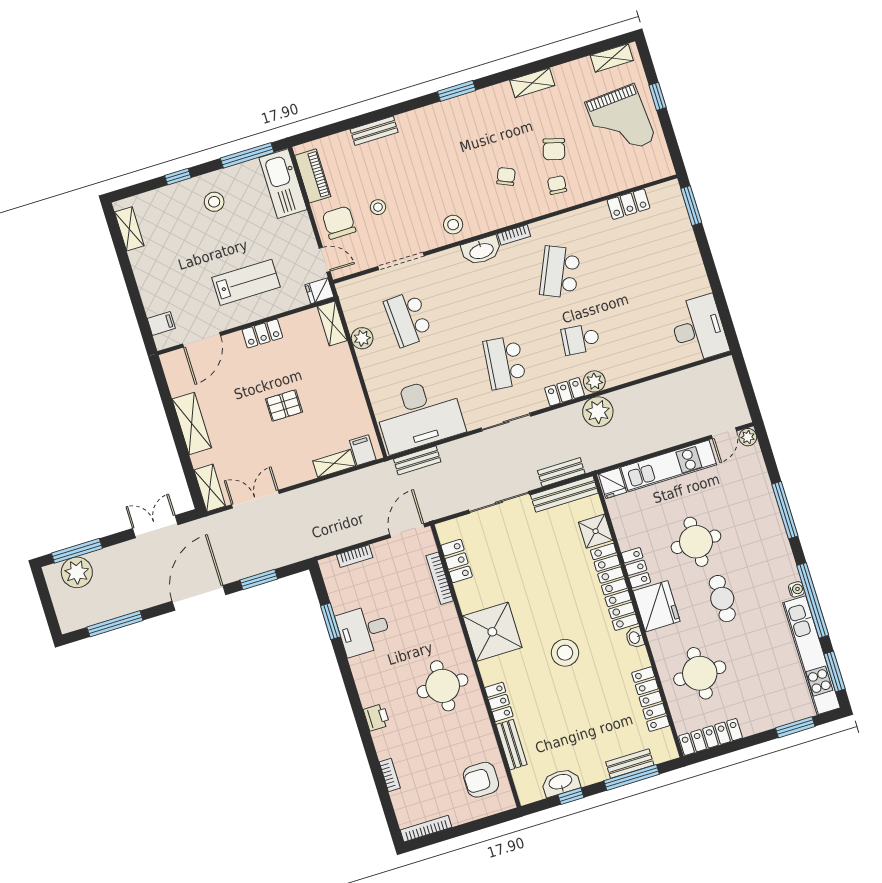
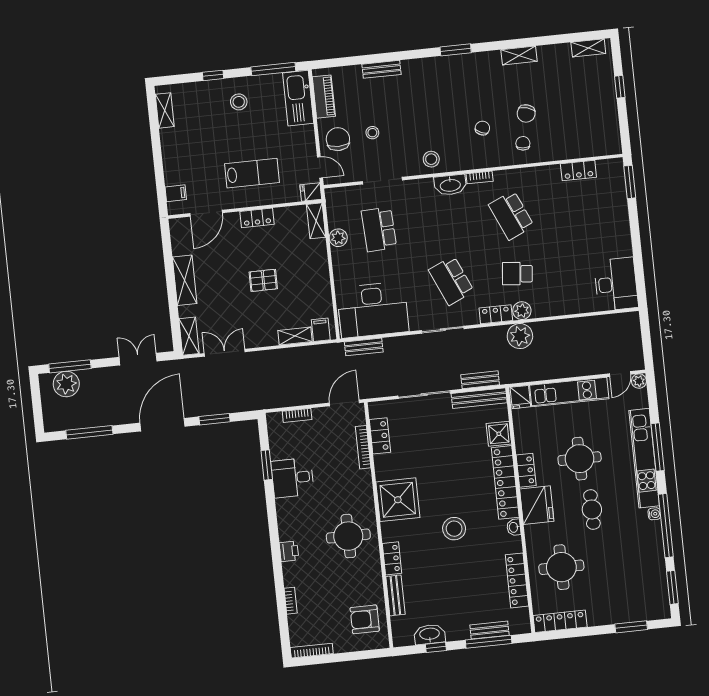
grand piano: (620, 121) -> (585, 101), removed
school desk: (560, 272) -> (511, 215), turned -48
school desk: (505, 362) -> (451, 281), turned -30
kitchen unit: (811, 655) -> (644, 458), moved

